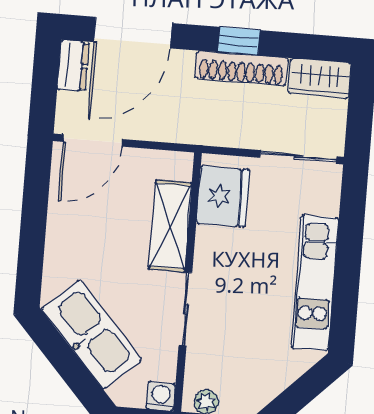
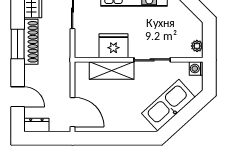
door: (133, 33) -> (18, 97), width x0.53
window: (239, 41) -> (18, 44), width x1.50
fridge: (223, 196) -> (113, 46), moved

